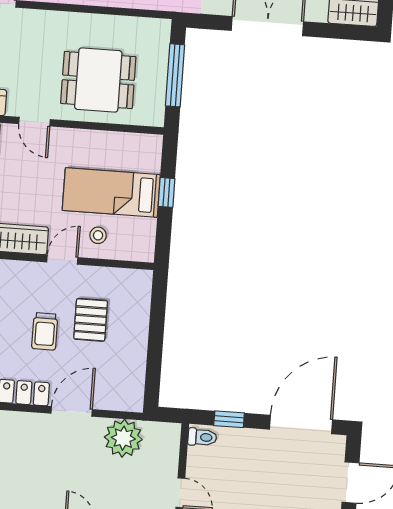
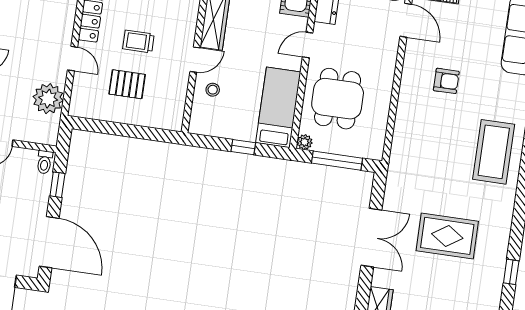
plant: (155, 117) -> (305, 142), added
bed: (111, 193) -> (278, 107), moved
door: (62, 260) -> (195, 60), hinge flipped
pallet: (91, 320) -> (127, 84), moved
door: (72, 411) -> (73, 59), width x0.73

